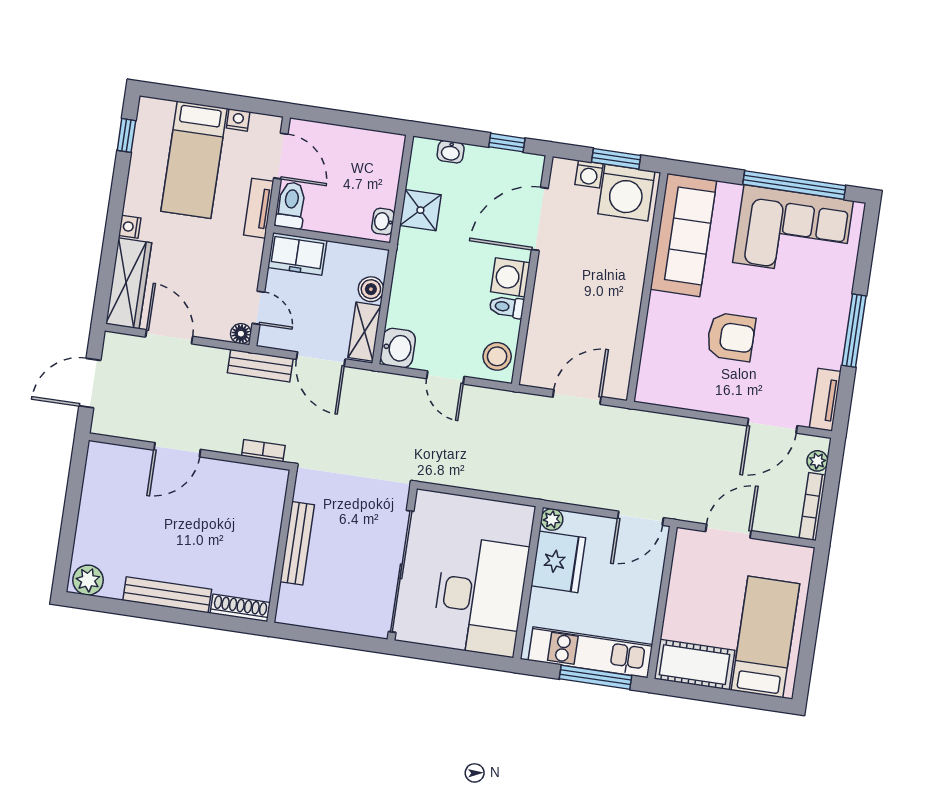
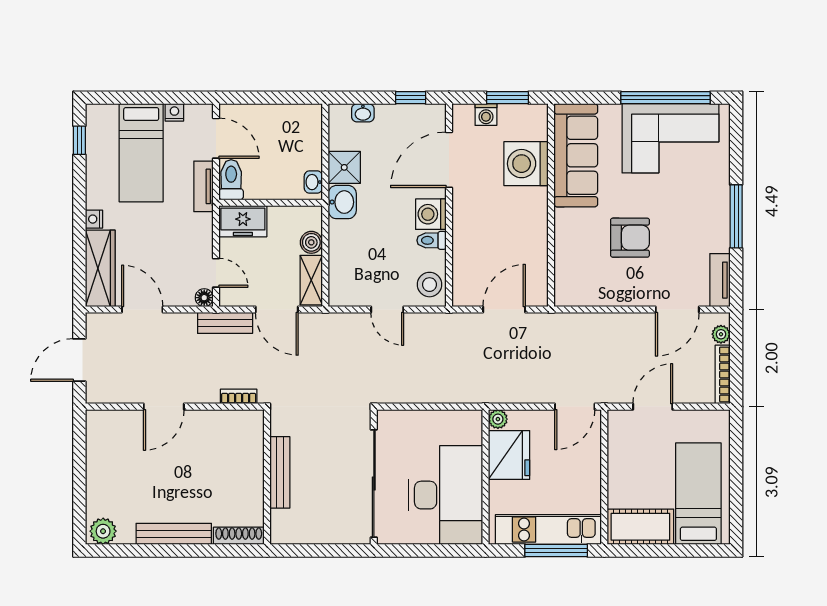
washing machine: (626, 193) -> (526, 164), moved, turned 90
washbasin: (398, 348) -> (342, 202), moved

